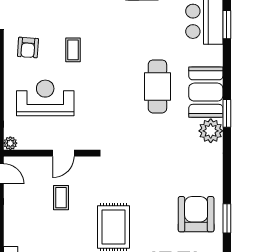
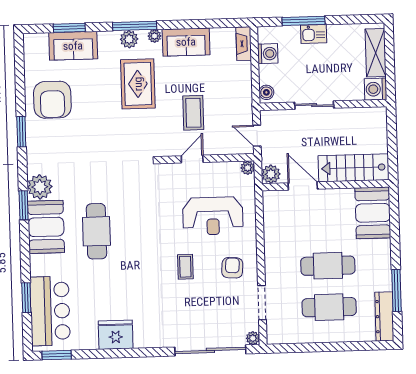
coffee table: (61, 198) -> (193, 113), width x1.36, depth x1.30
window: (227, 218) -> (21, 132), moved

